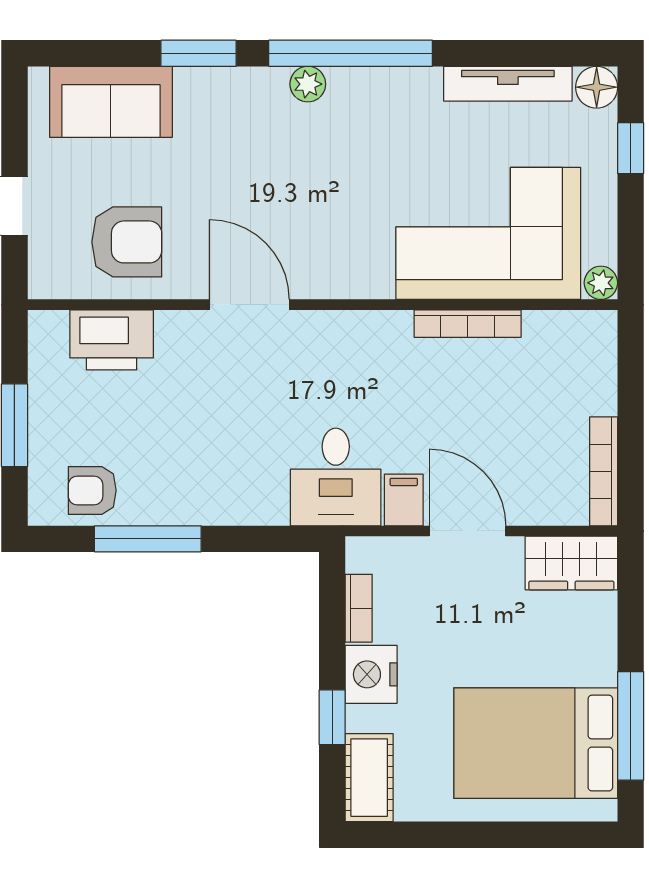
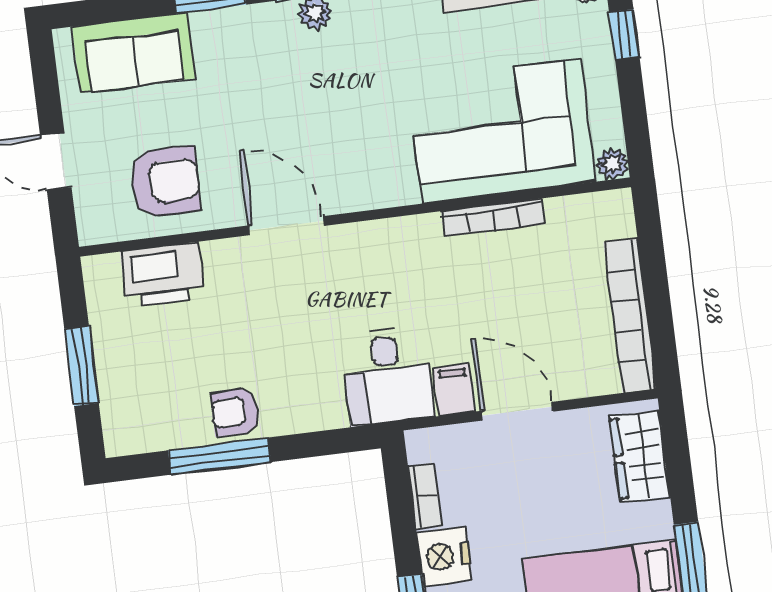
bookcase: (604, 471) -> (630, 316), width x1.48, depth x1.31
armchair: (92, 490) -> (235, 412), moved
wardrobe: (571, 563) -> (640, 456), moved, turned 90

